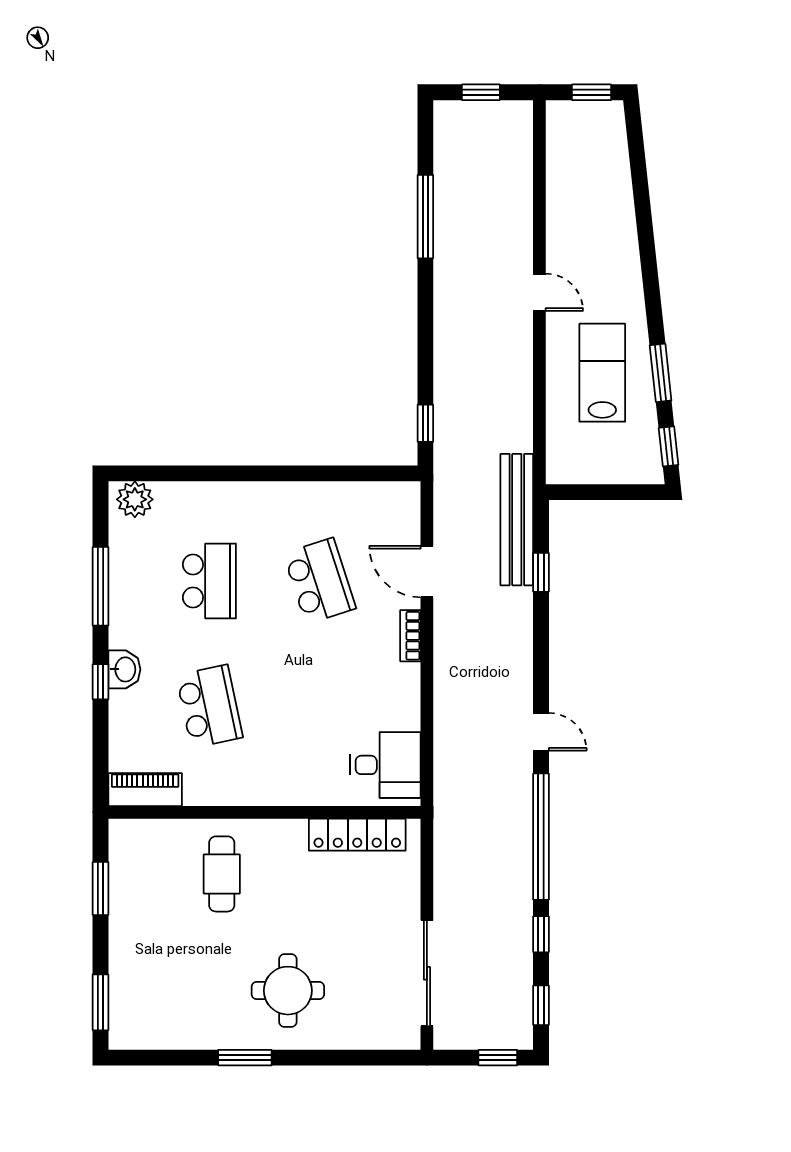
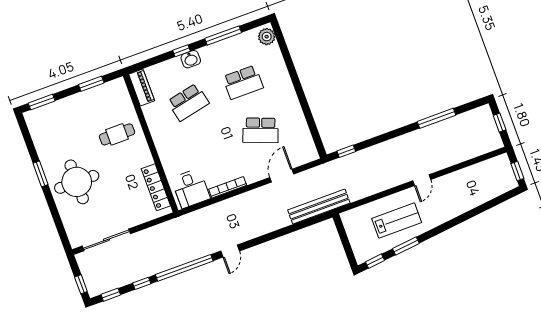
window: (541, 572) -> (300, 226), removed
school desk: (320, 581) -> (261, 130), turned 39
bookcase: (410, 636) -> (228, 187), moved, width x1.56
round table: (288, 991) -> (77, 182), width x1.36, depth x1.36

